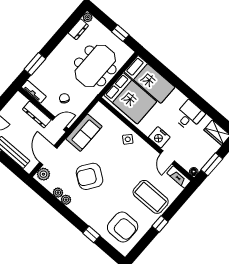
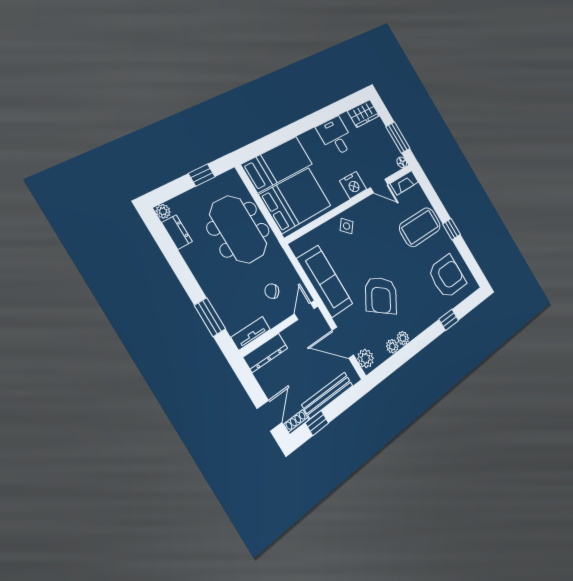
dresser: (37, 115) -> (265, 353), moved
sofa: (84, 133) -> (325, 281), width x1.36

